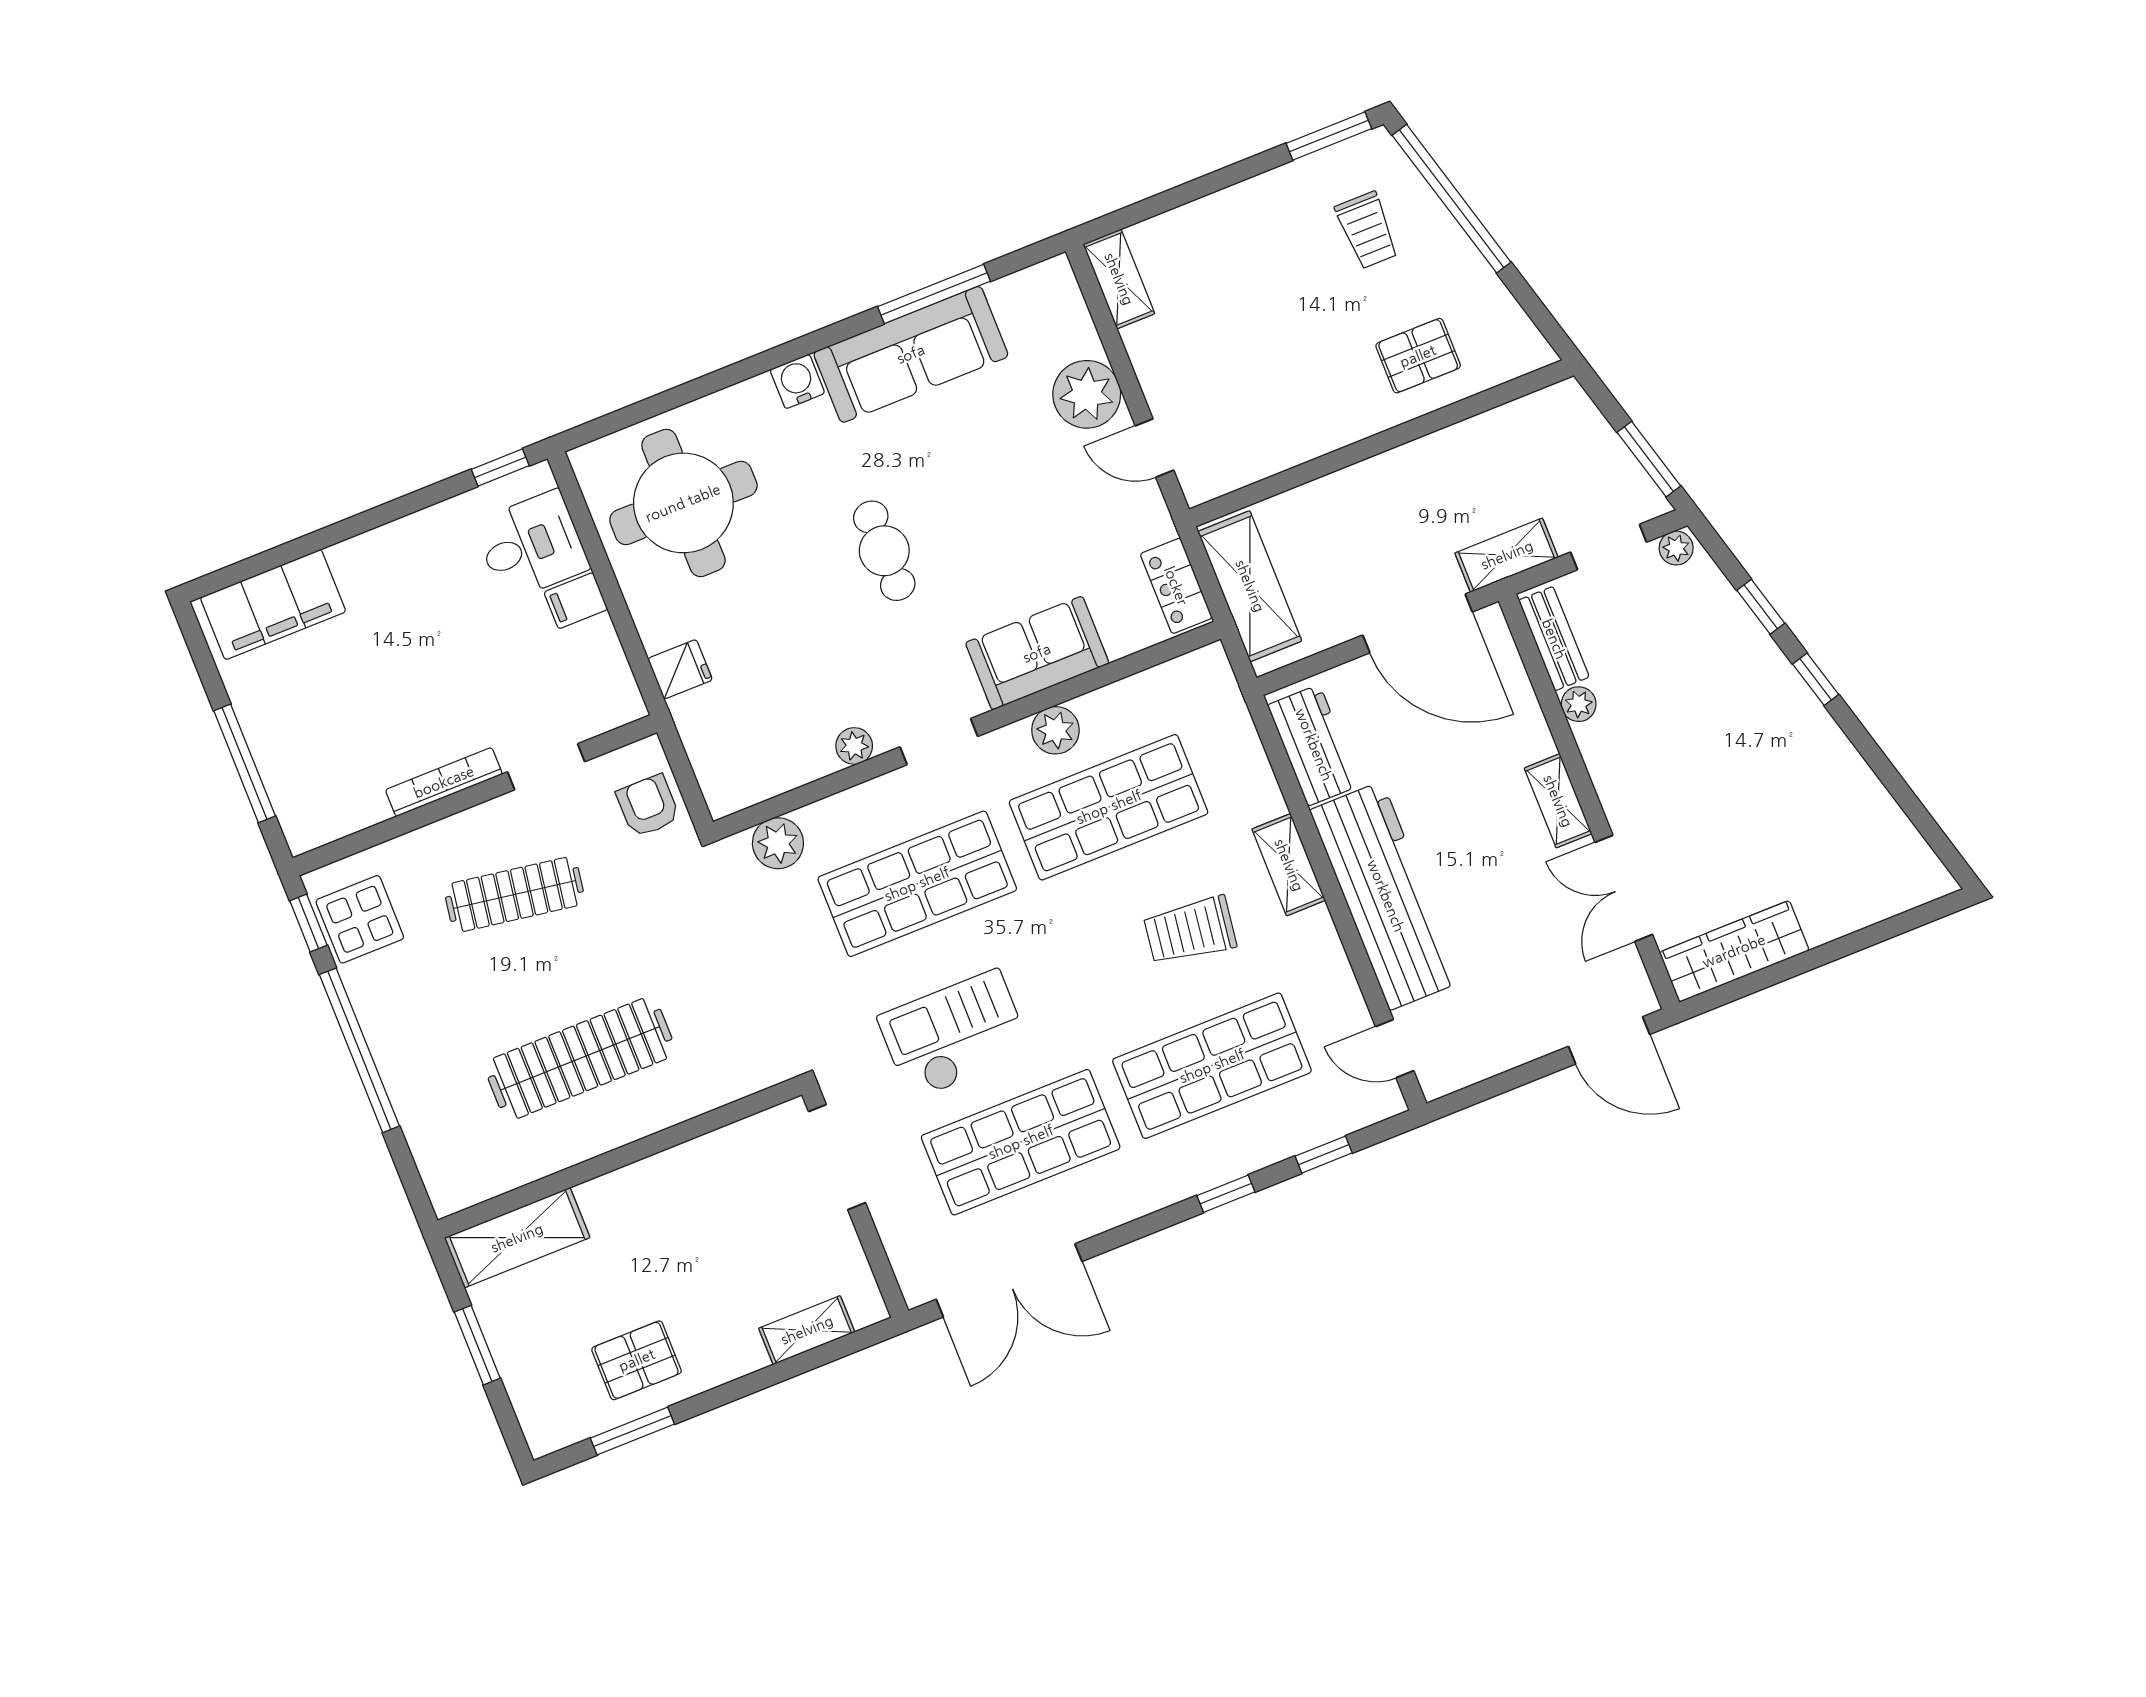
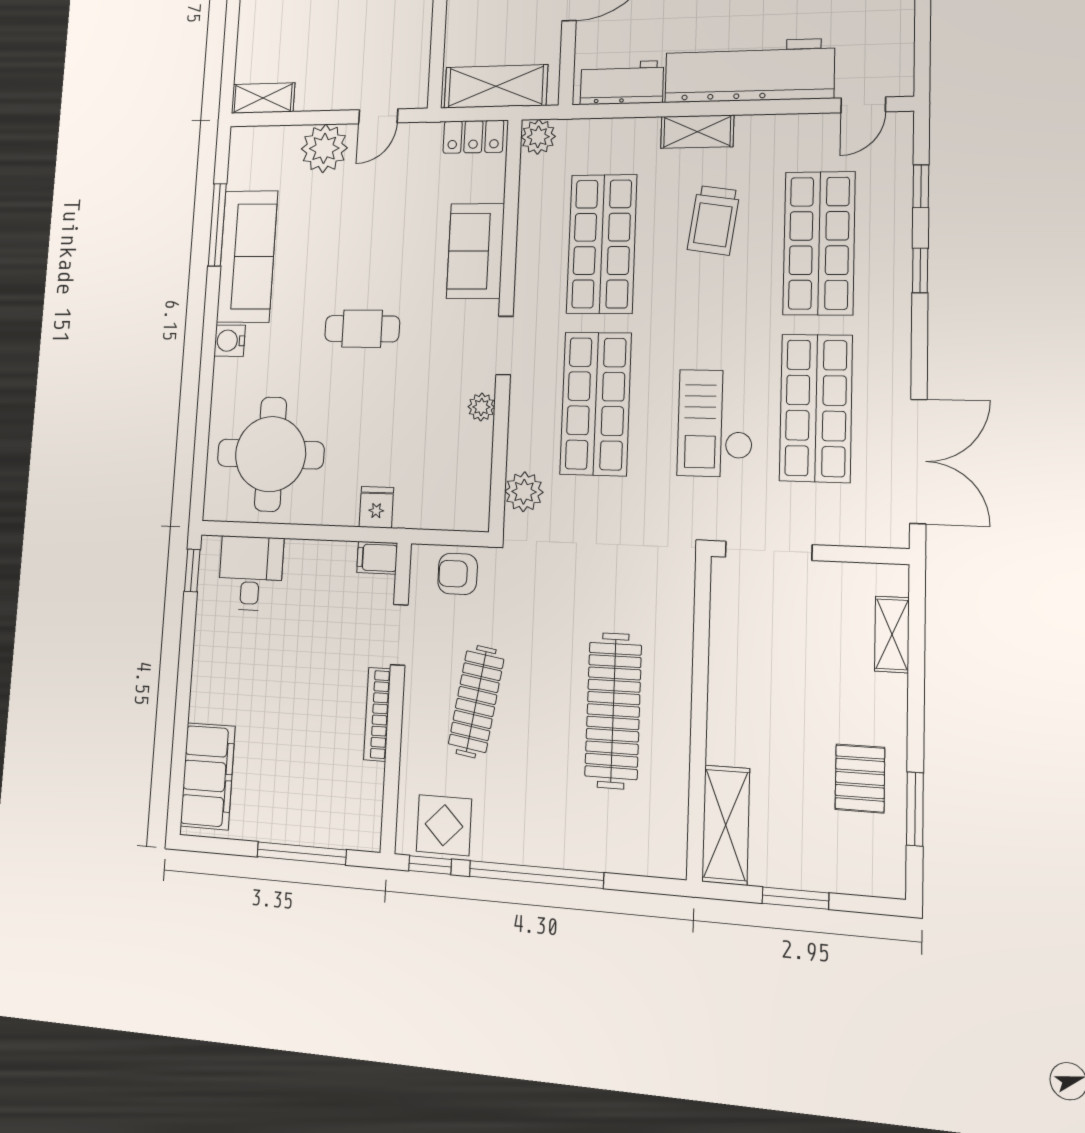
filing cabinet: (576, 601) -> (377, 558), moved, turned 90
plant: (1055, 730) -> (538, 137), moved

